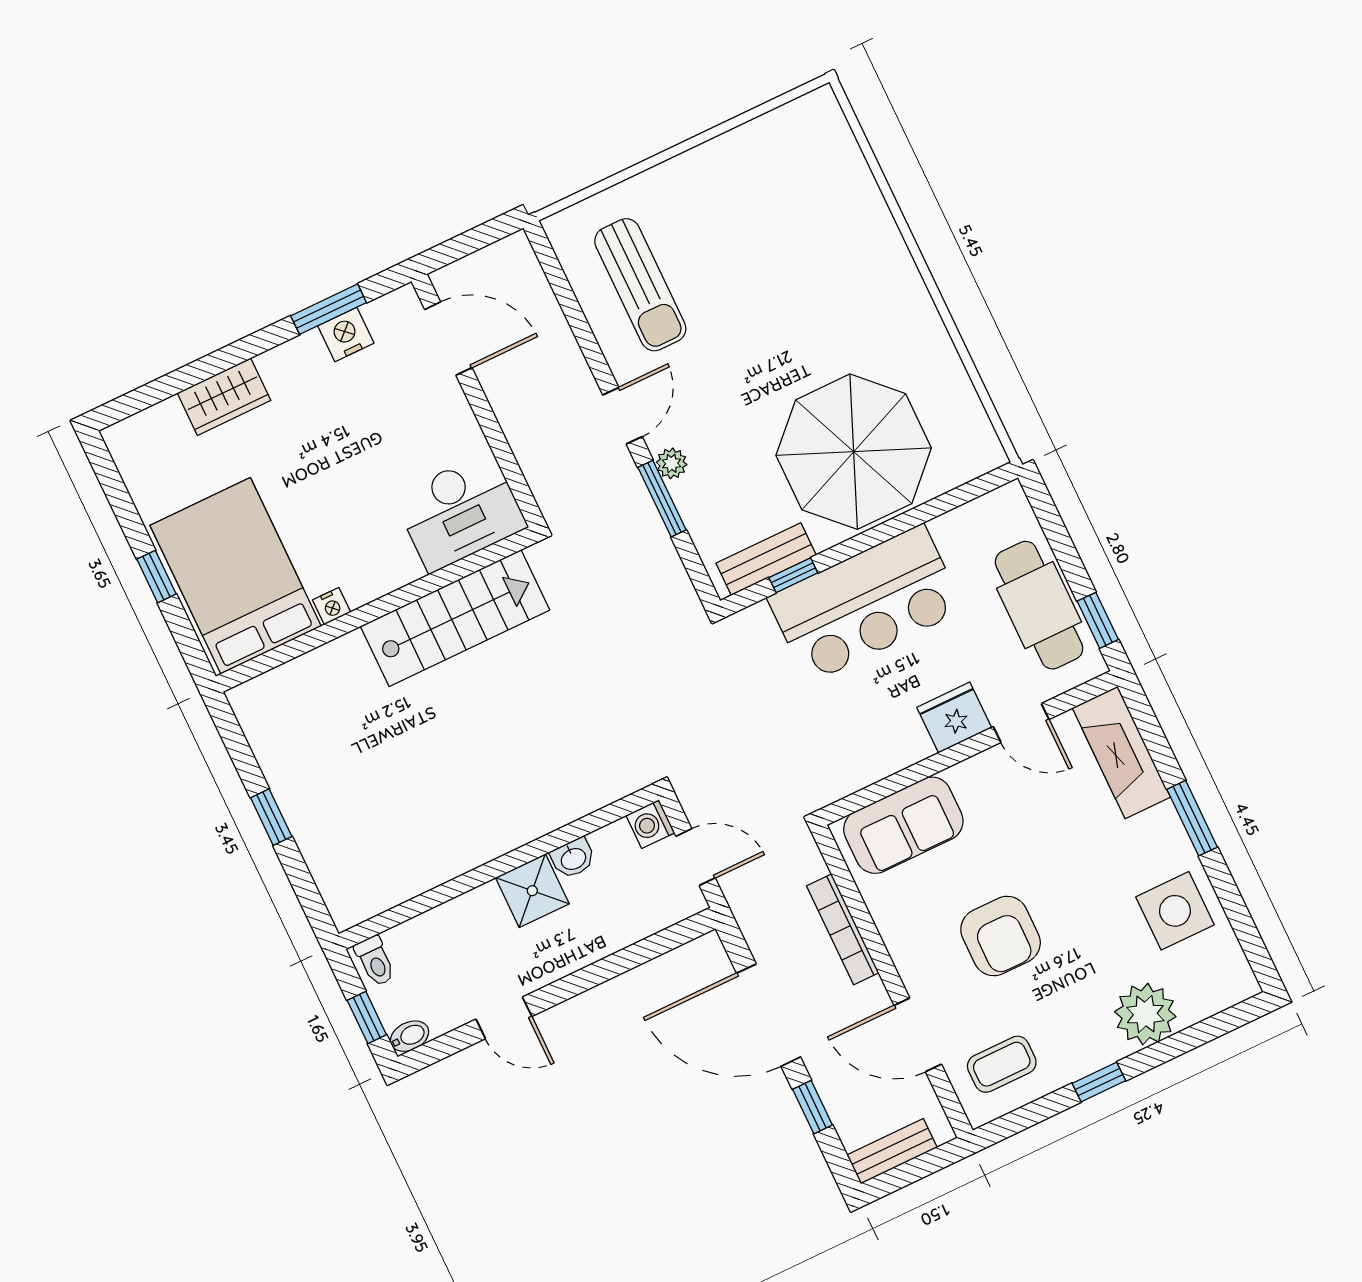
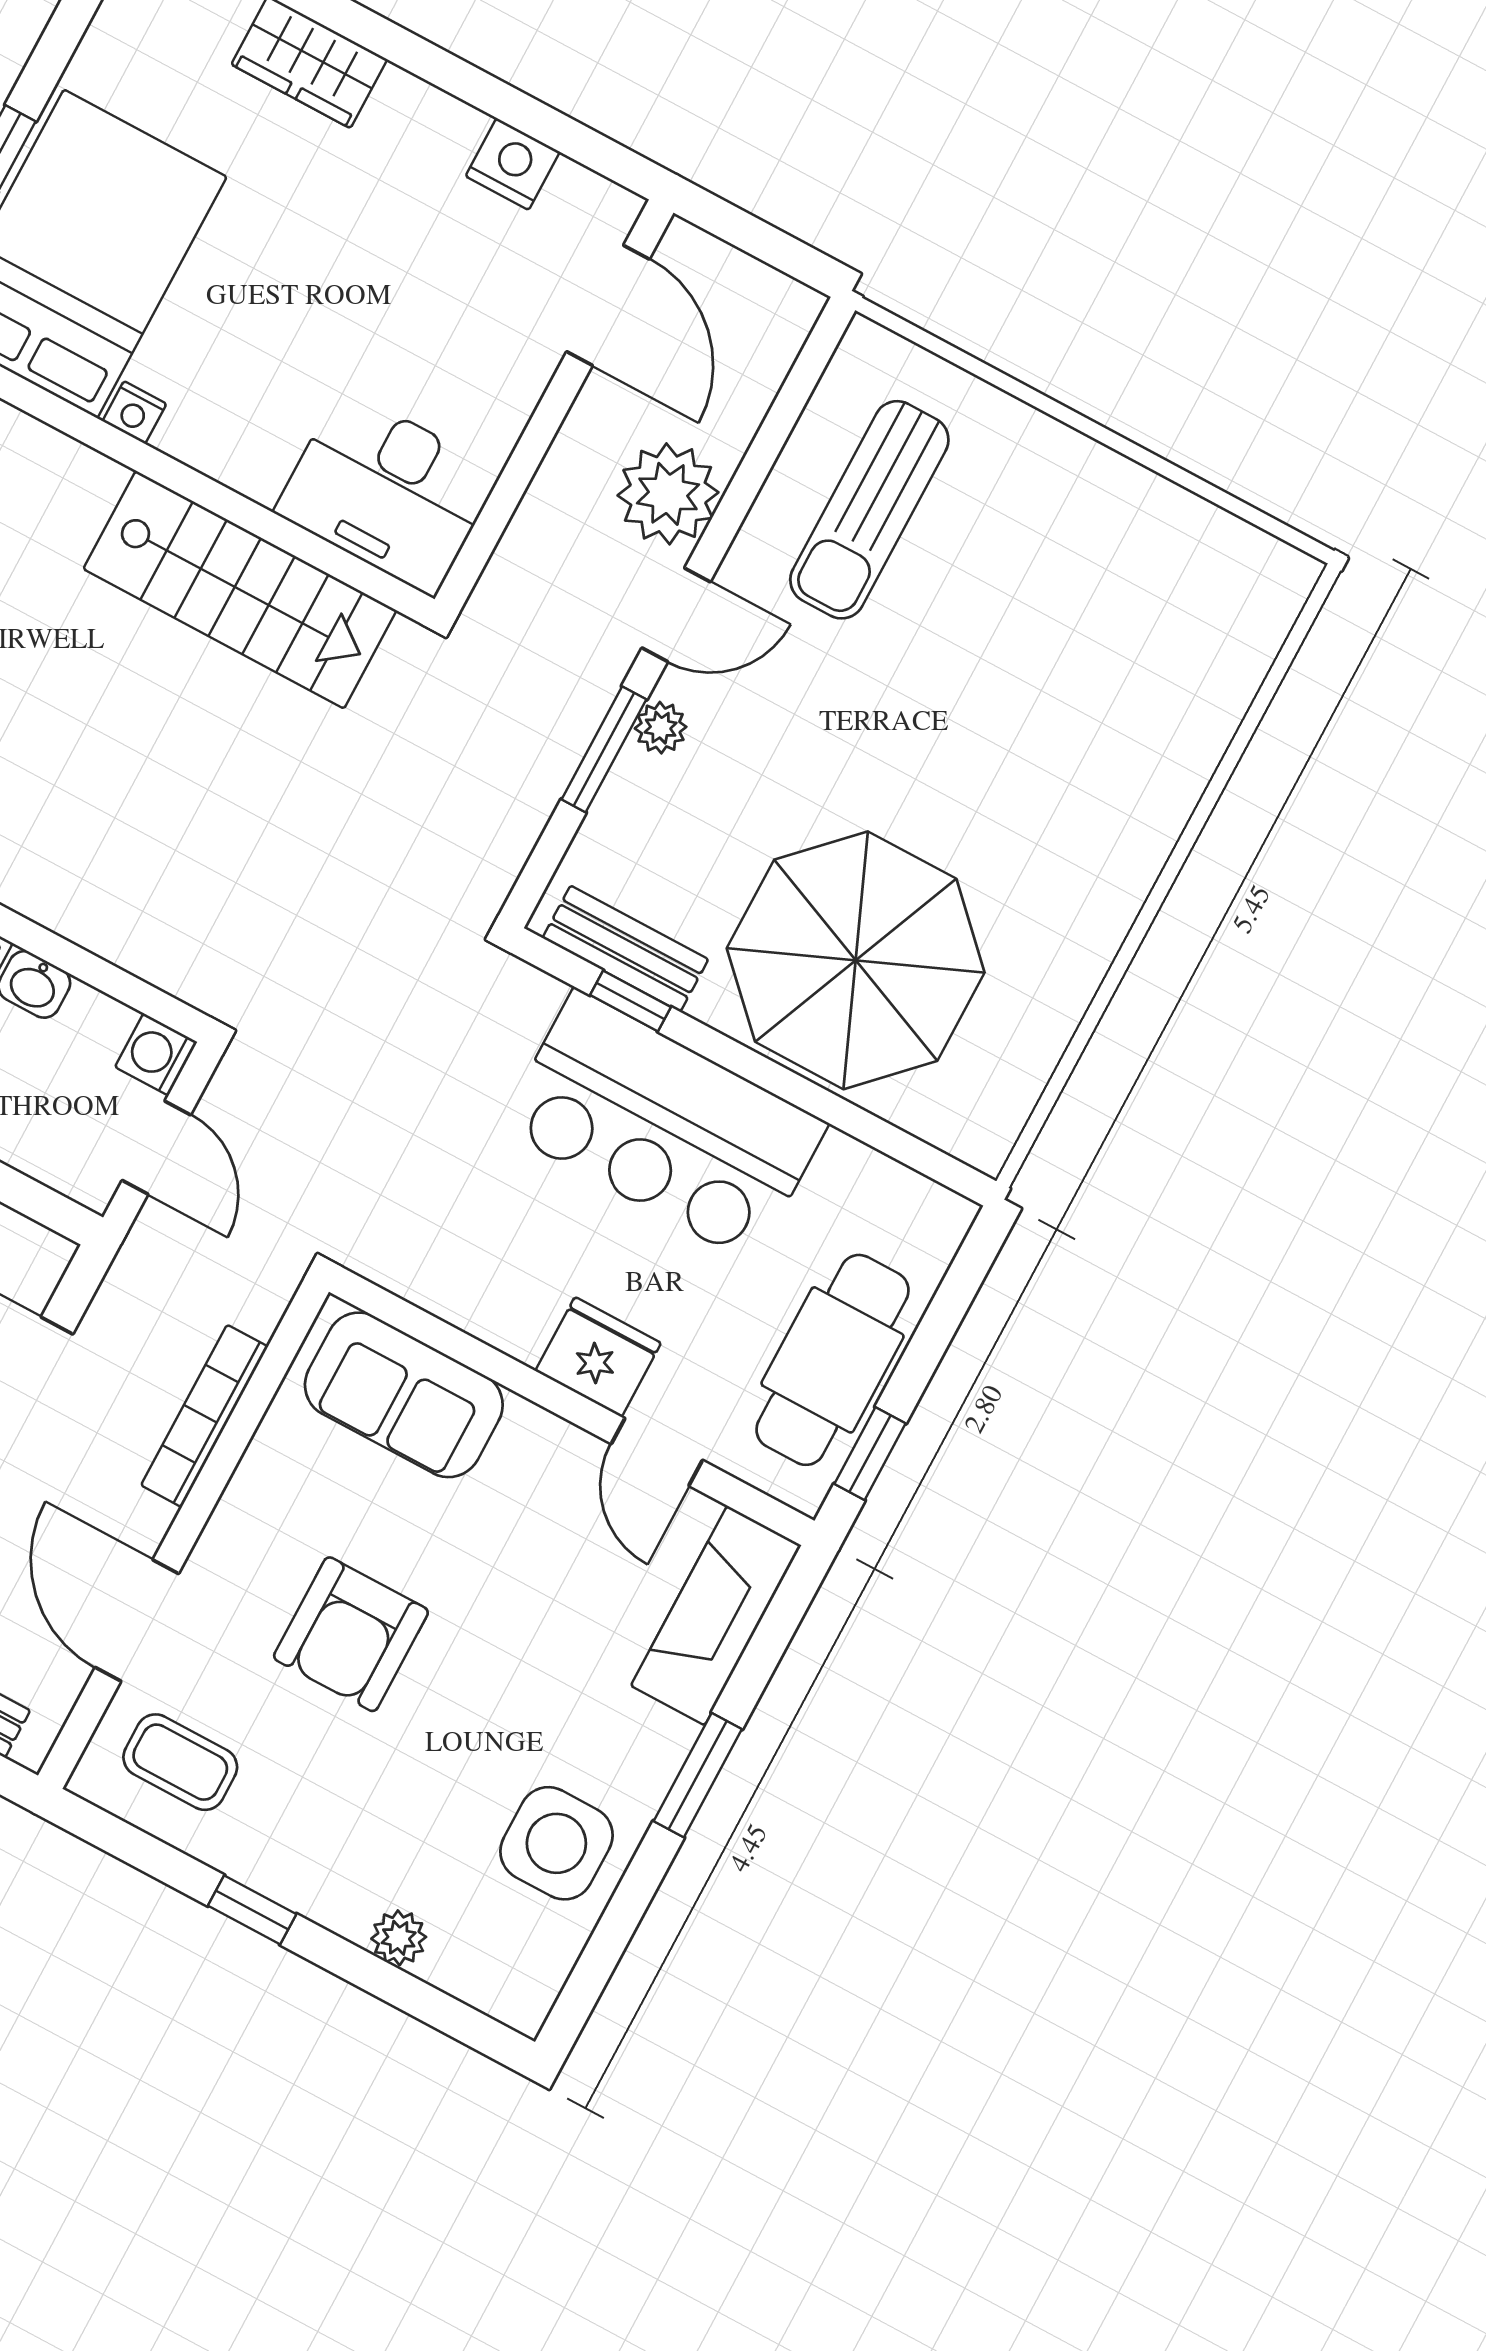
window: (329, 309) -> (530, 116), removed
plant: (561, 377) -> (668, 494), added
plant: (1145, 1014) -> (399, 1938), width x0.53, depth x0.53

